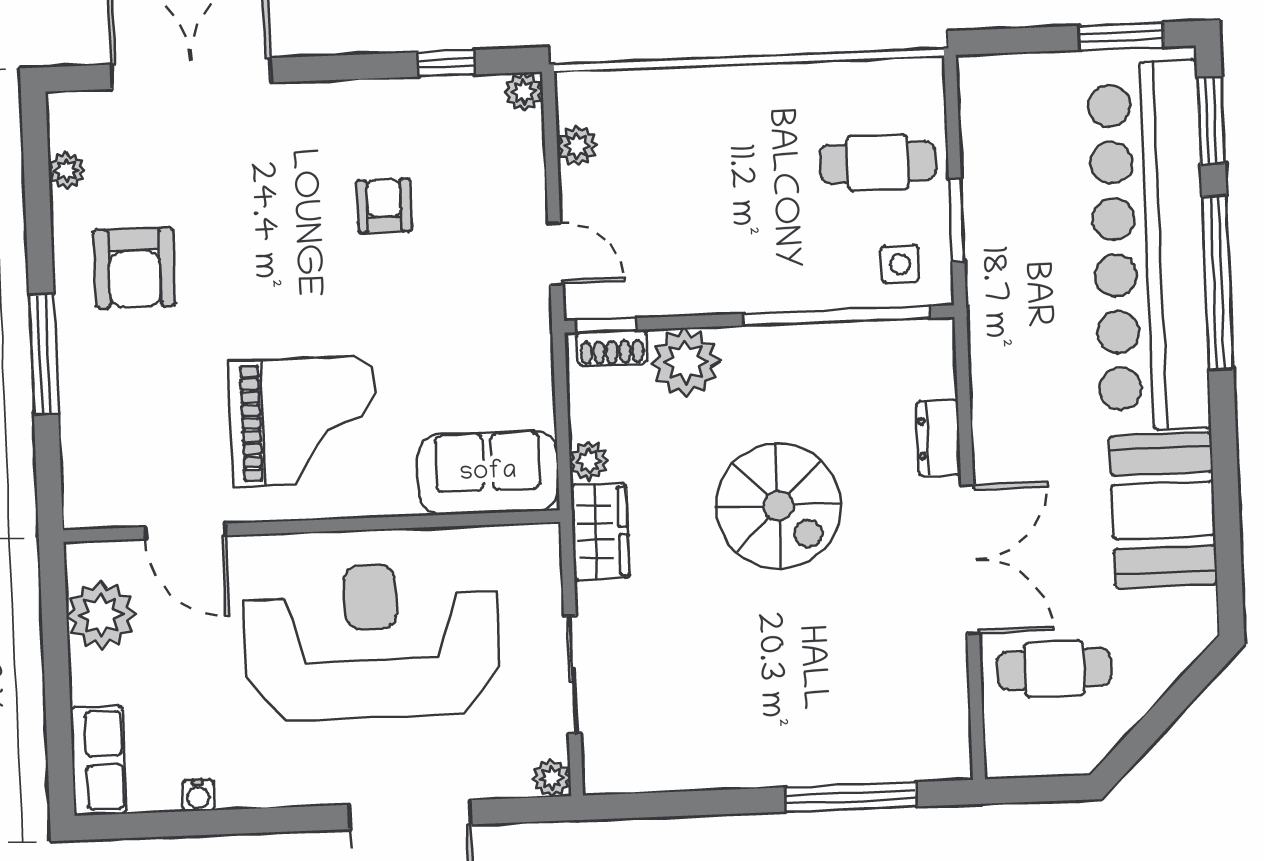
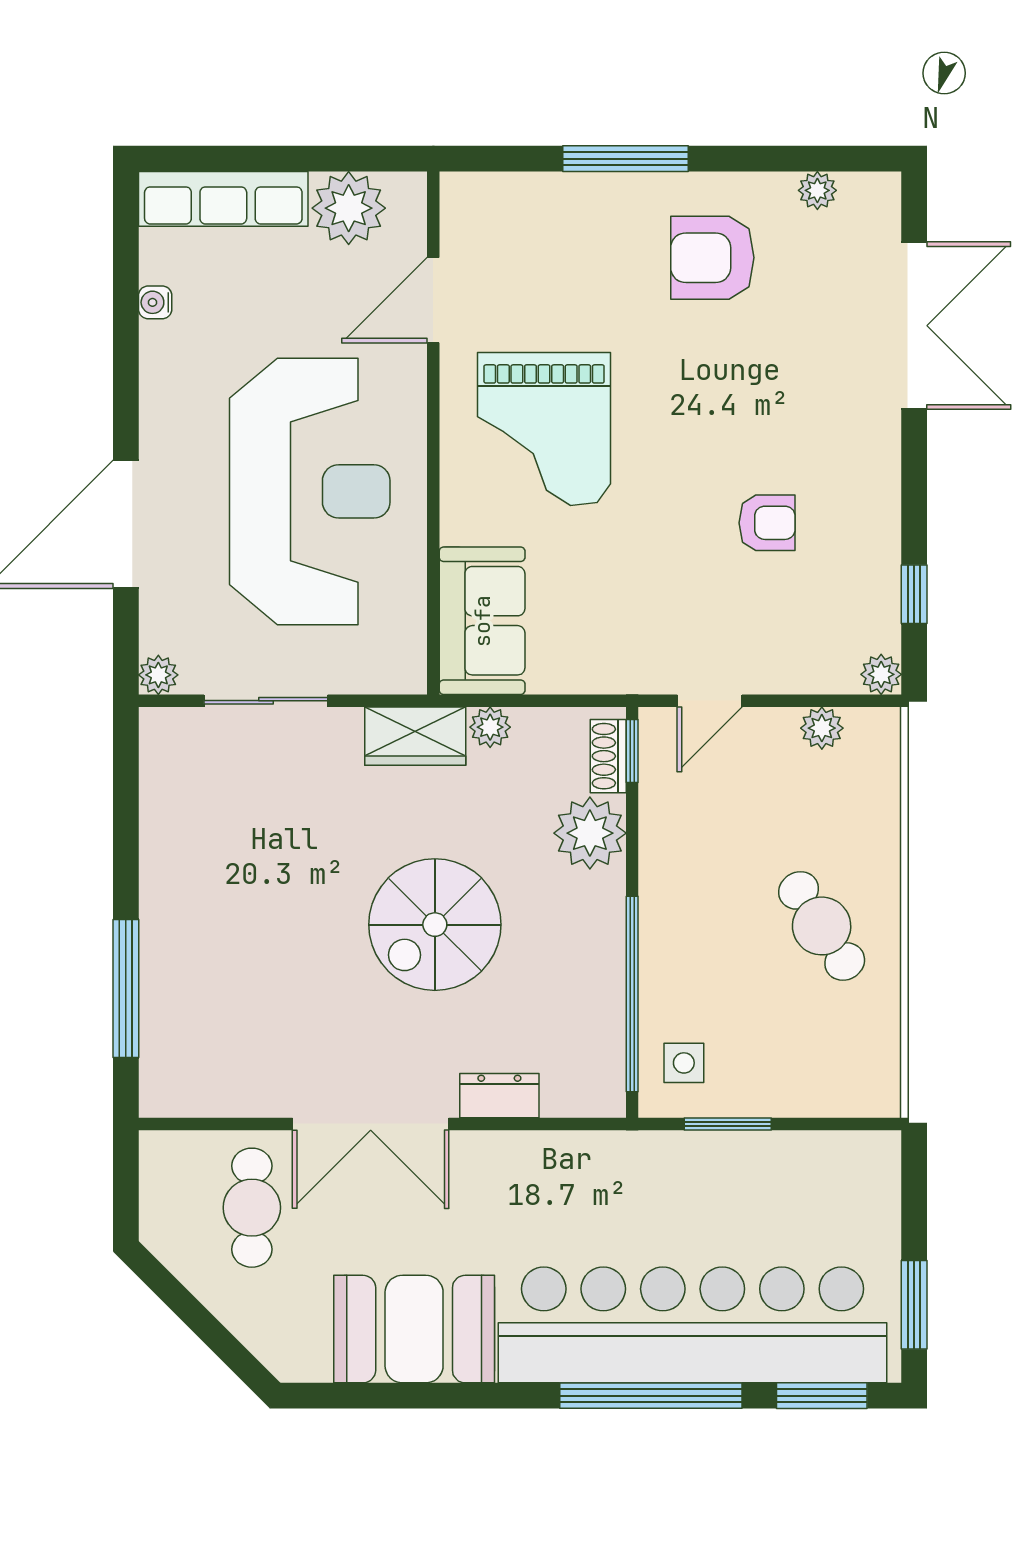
cafe table: (878, 162) -> (822, 926), moved, turned -33
row of seats: (98, 761) -> (223, 199), width x1.48

